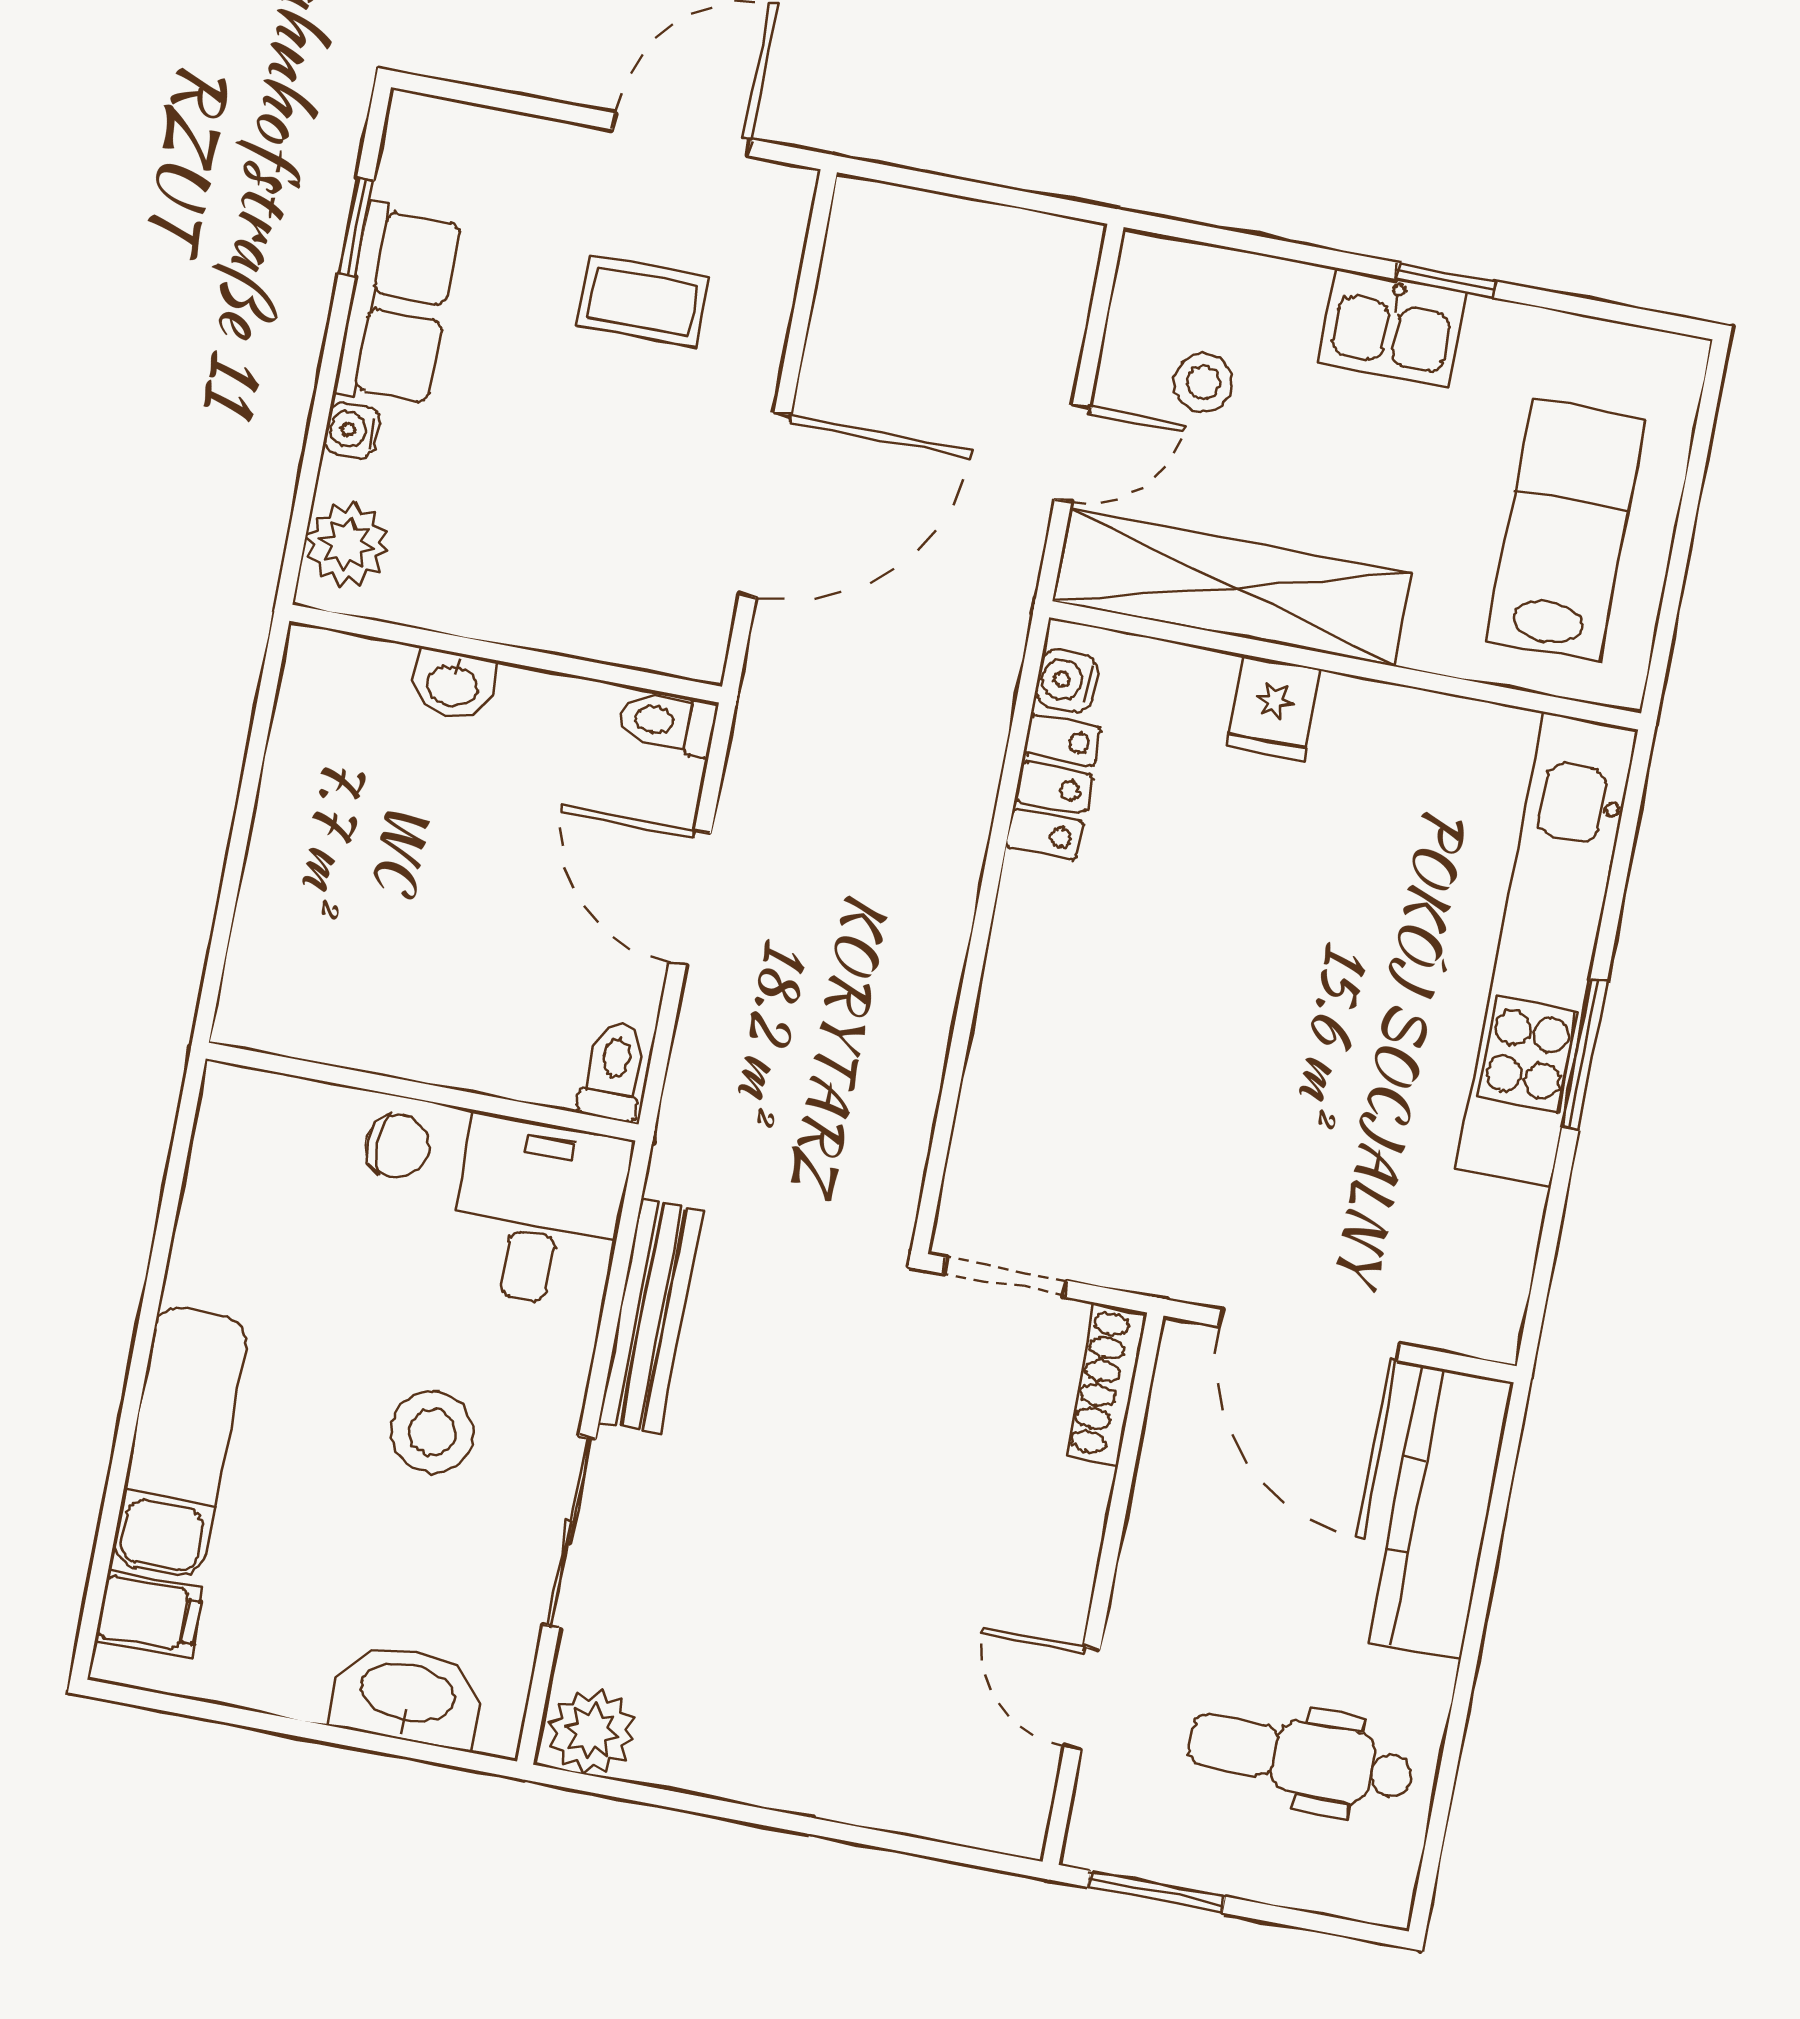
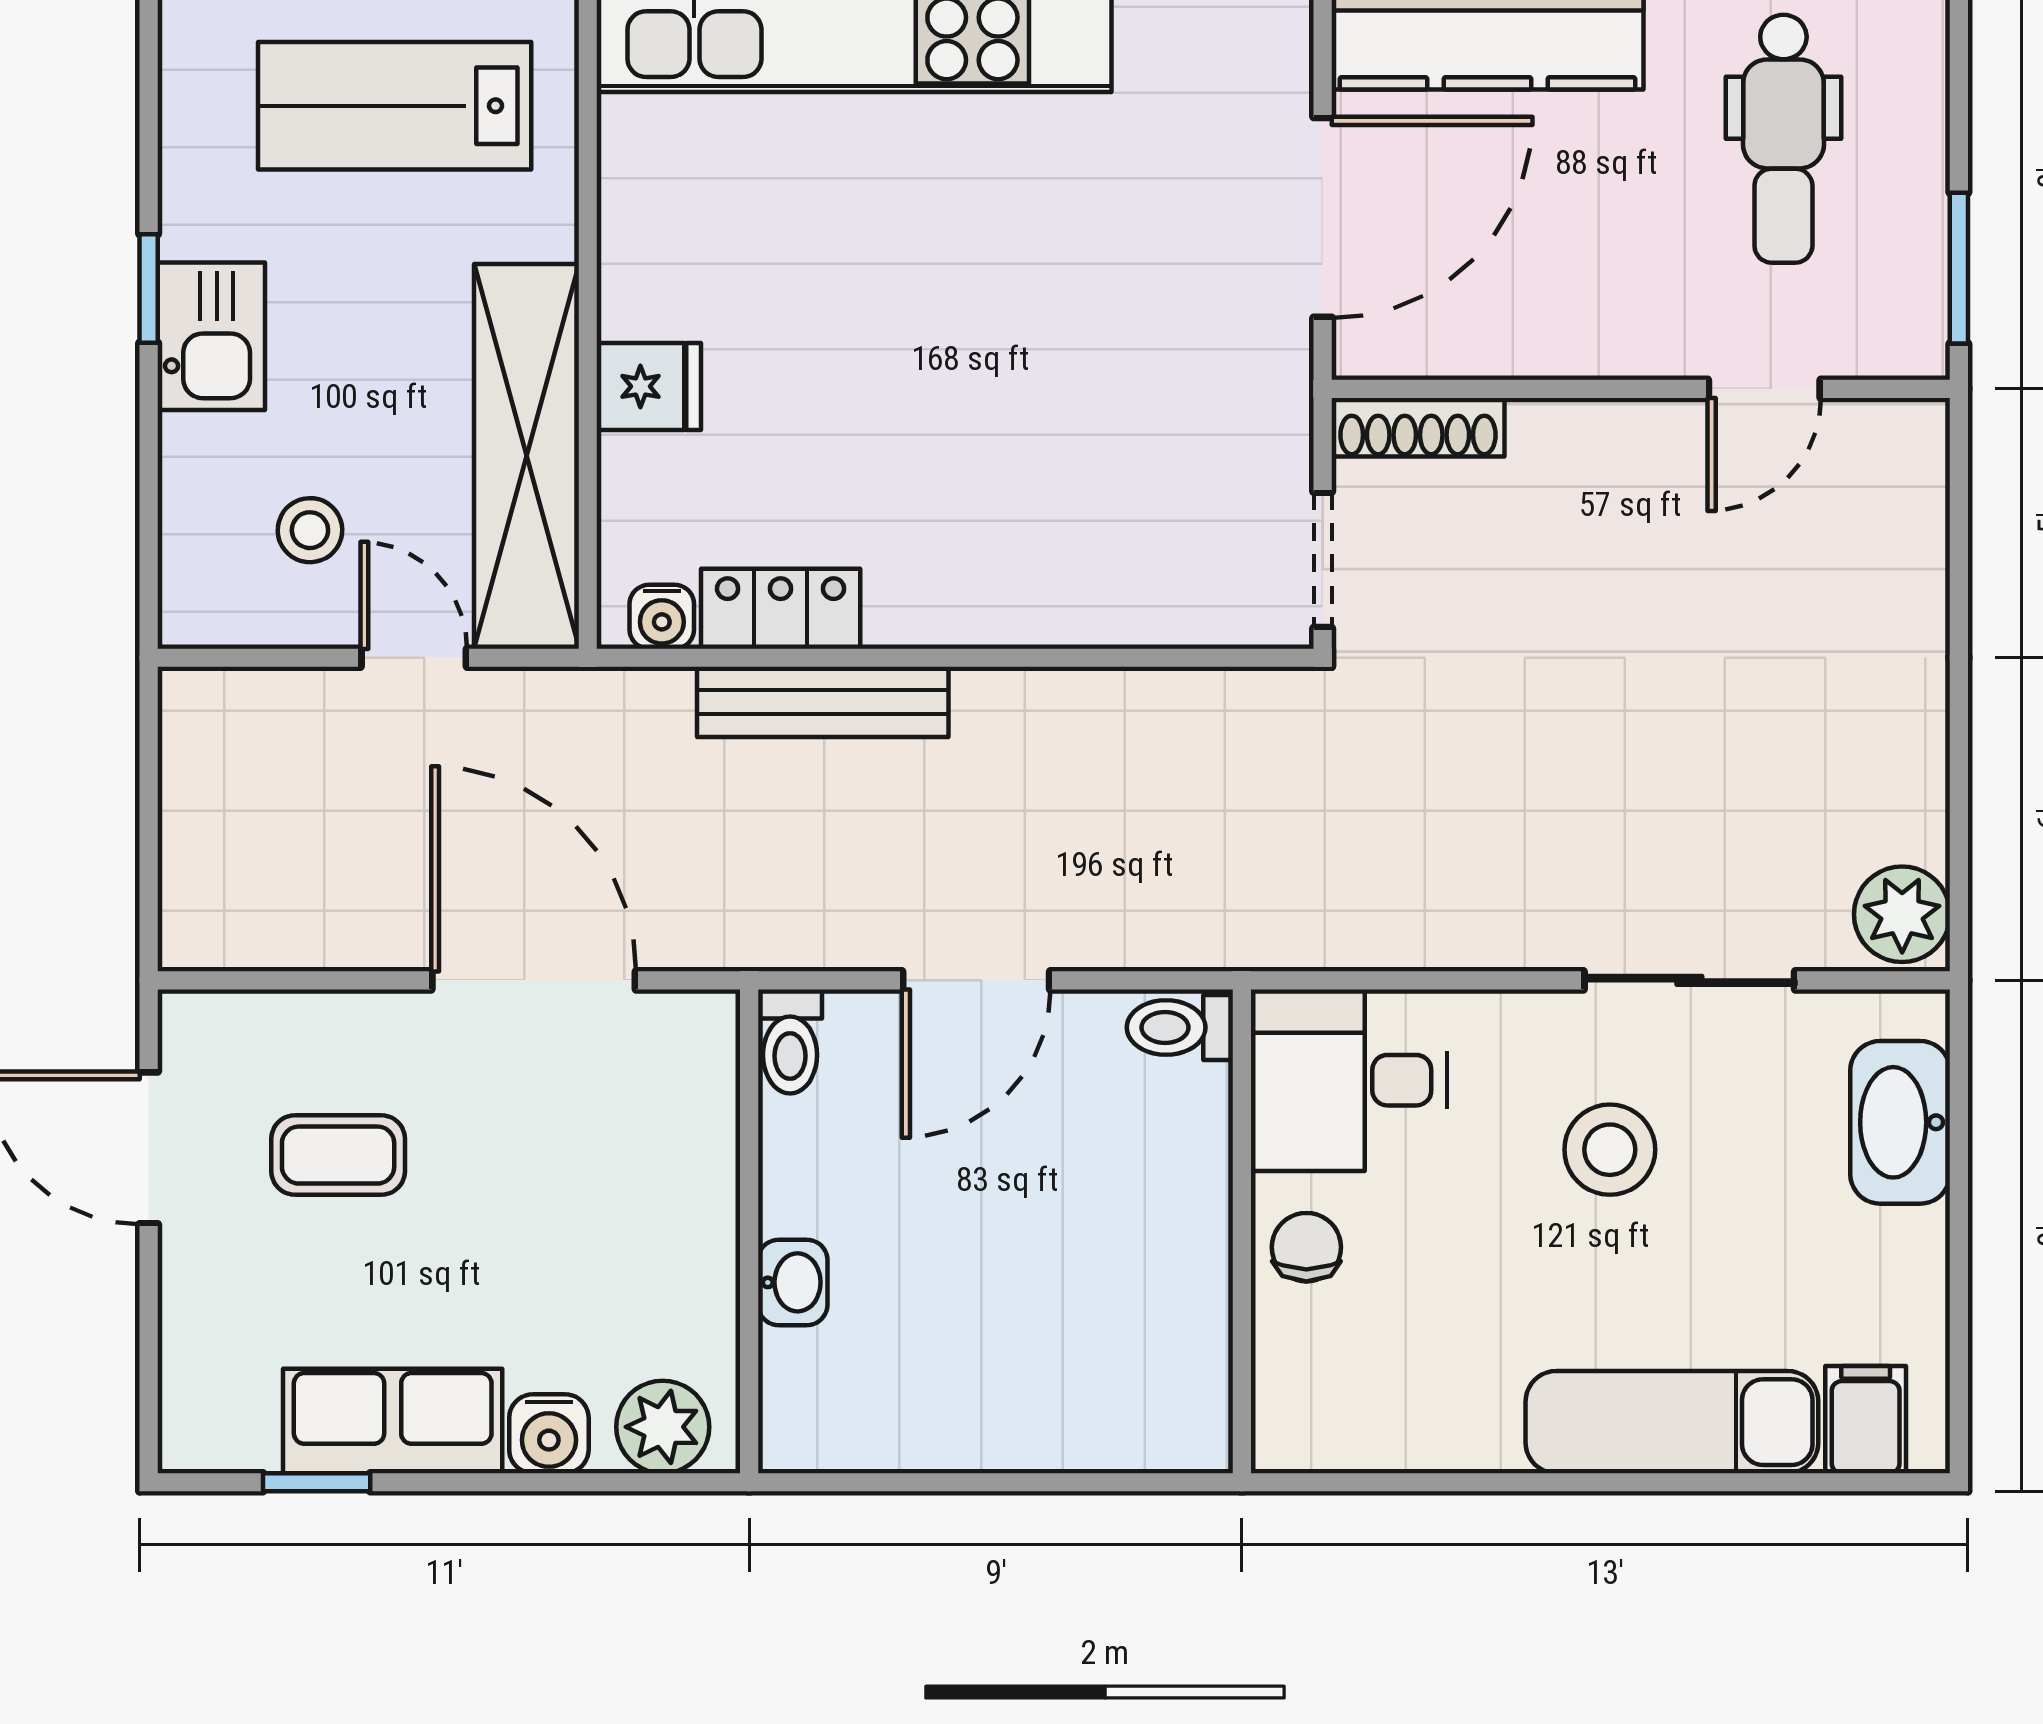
coffee table: (643, 302) -> (338, 1155), turned 90
water cooler: (352, 430) -> (549, 1434), width x1.38, depth x1.38
bench: (651, 1317) -> (823, 702), moved

